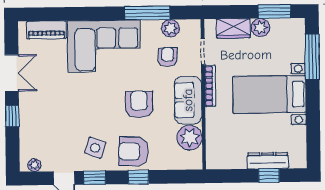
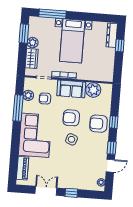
side table: (95, 148) -> (72, 139), moved
armchair: (133, 152) -> (98, 124), turned 87
dresser: (268, 161) -> (112, 35), moved

